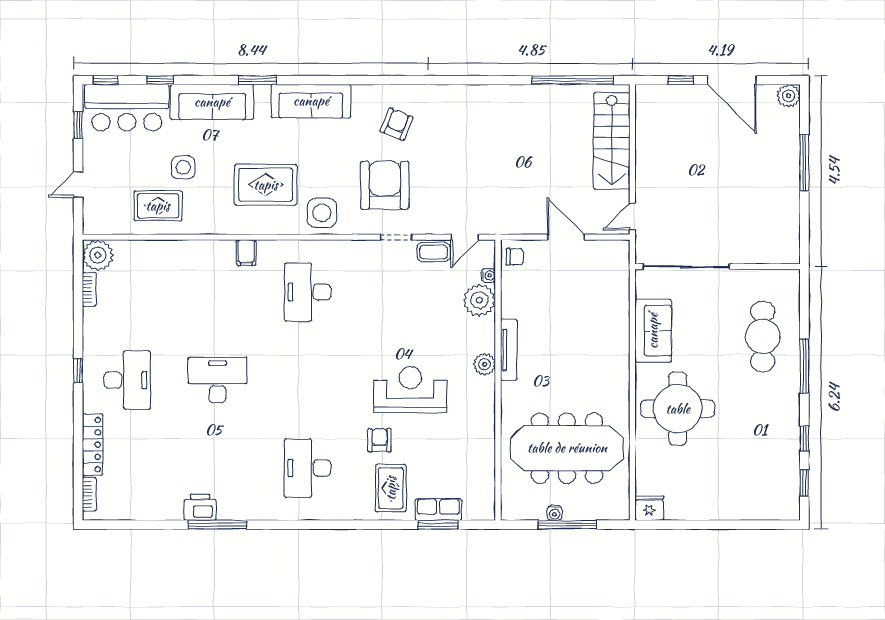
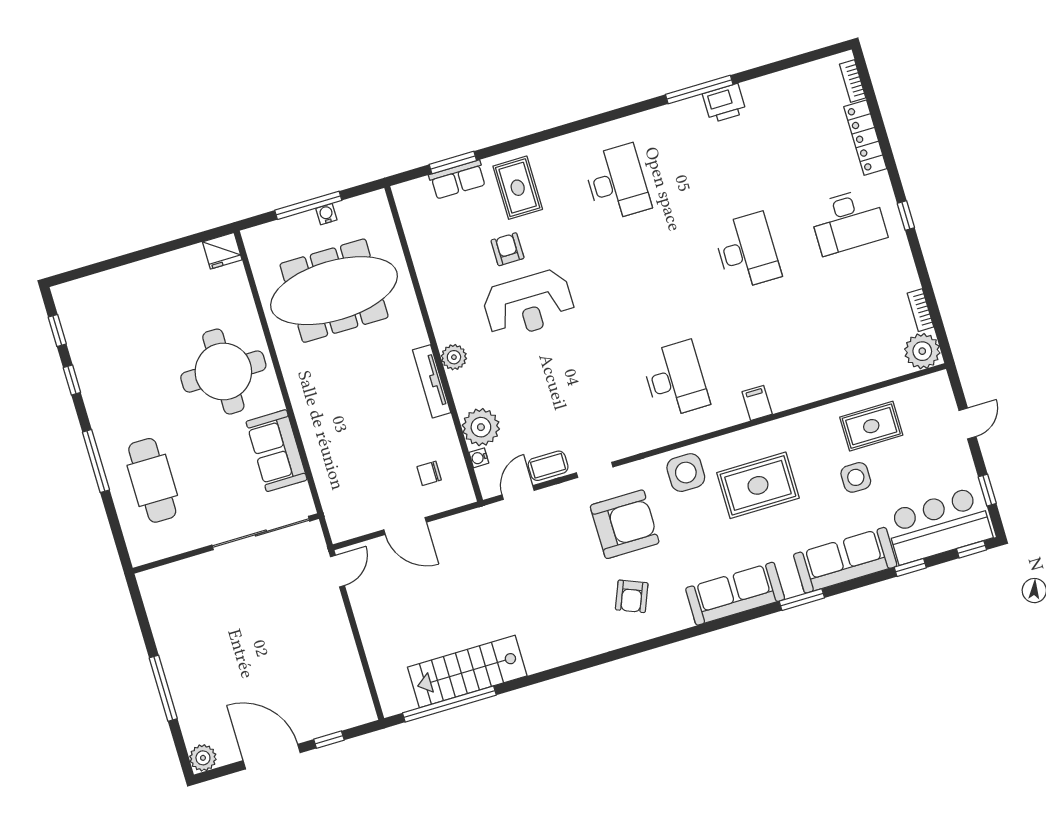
stairs: (612, 141) -> (467, 671), moved, turned -90
armchair: (385, 185) -> (625, 524), turned -90
chair: (515, 257) -> (429, 473), moved
desk: (127, 380) -> (848, 221), turned -90
desk: (217, 380) -> (747, 251), turned -90
armchair: (379, 440) -> (507, 249), moved, turned 180

